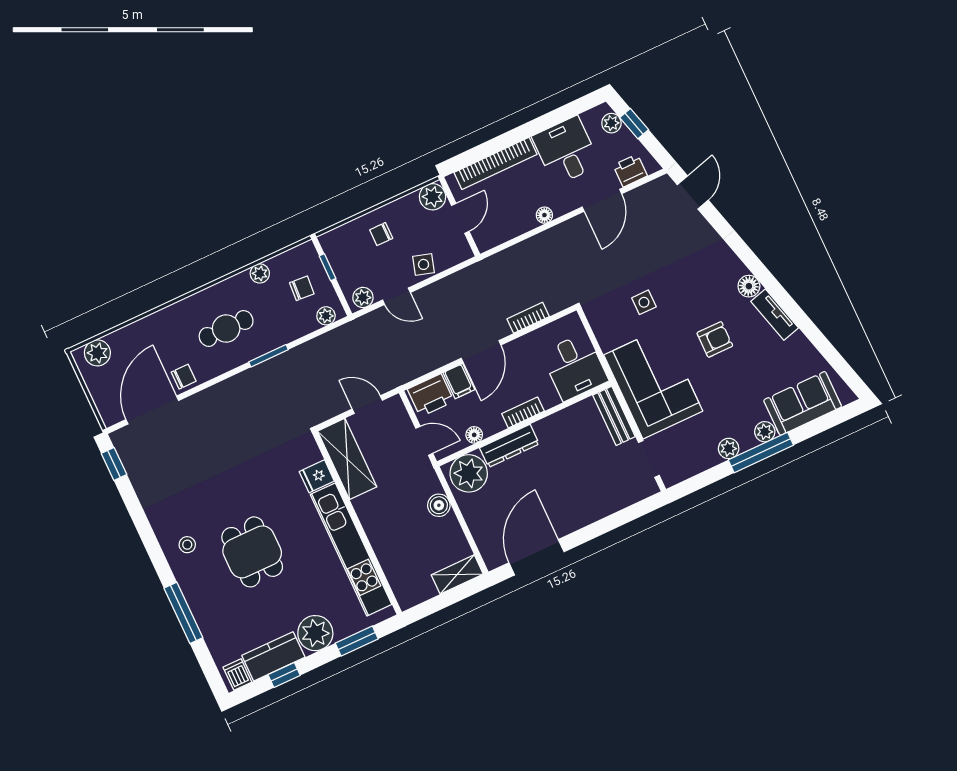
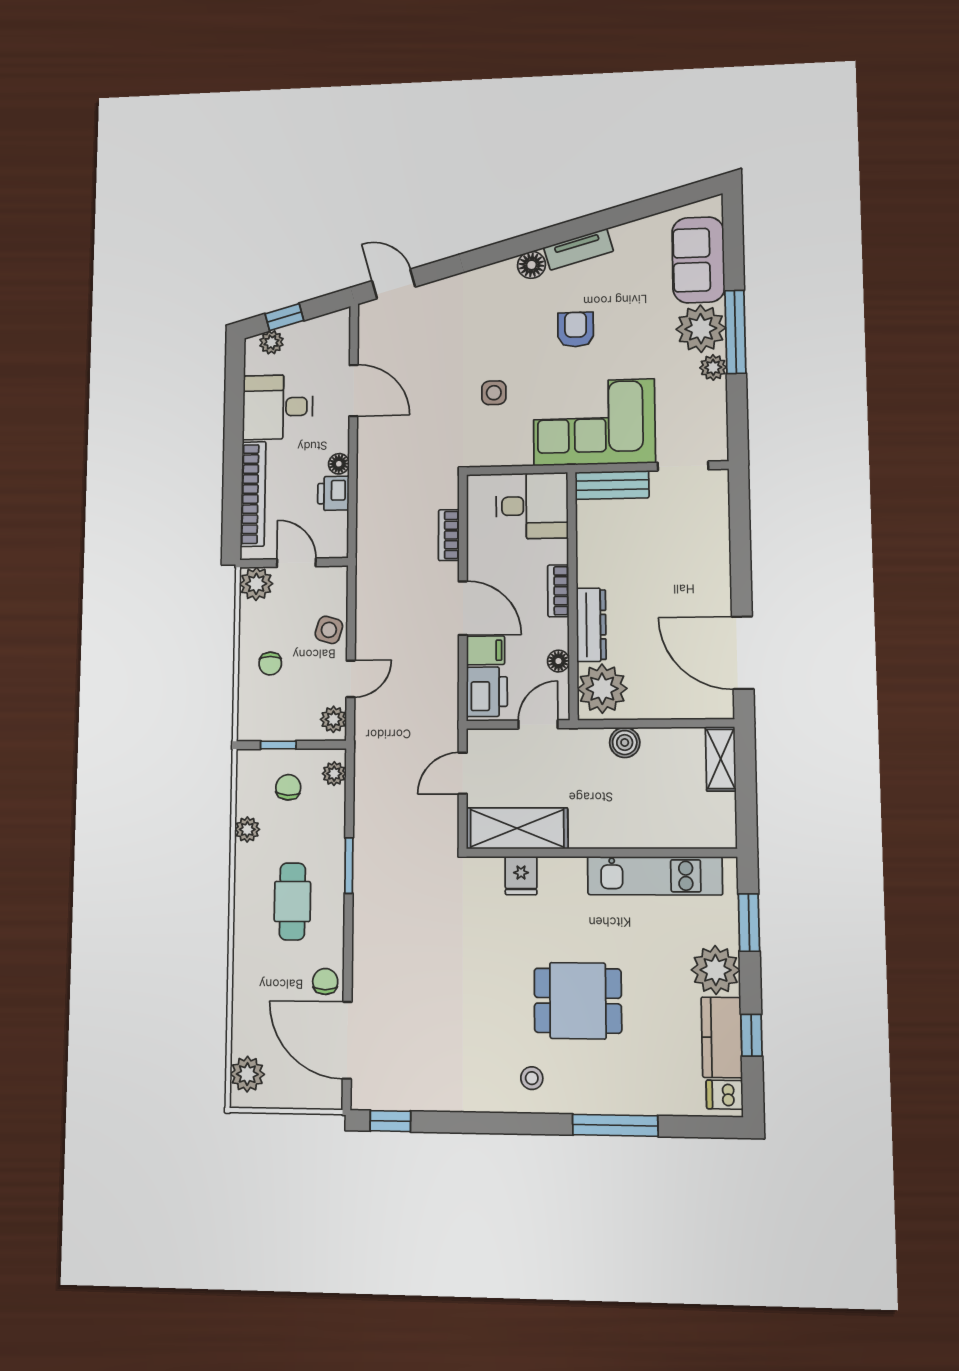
printer: (630, 171) -> (333, 493), moved
plant: (765, 432) -> (701, 329), width x1.87, depth x1.87
kitchen unit: (351, 549) -> (655, 876), width x0.73

